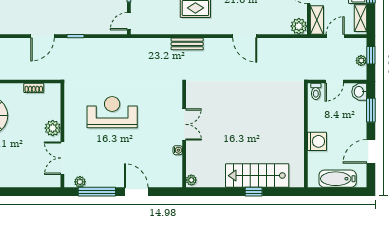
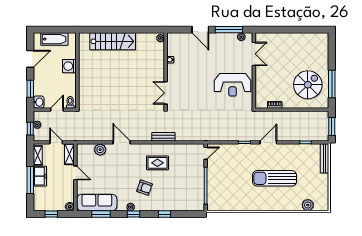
plant: (299, 26) -> (100, 150), moved
door: (335, 36) -> (56, 142), swing flipped
reception desk: (112, 112) -> (233, 85), moved
double door: (184, 124) -> (166, 93), moved
plant: (53, 128) -> (261, 76), removed
window: (254, 192) -> (115, 30), removed

